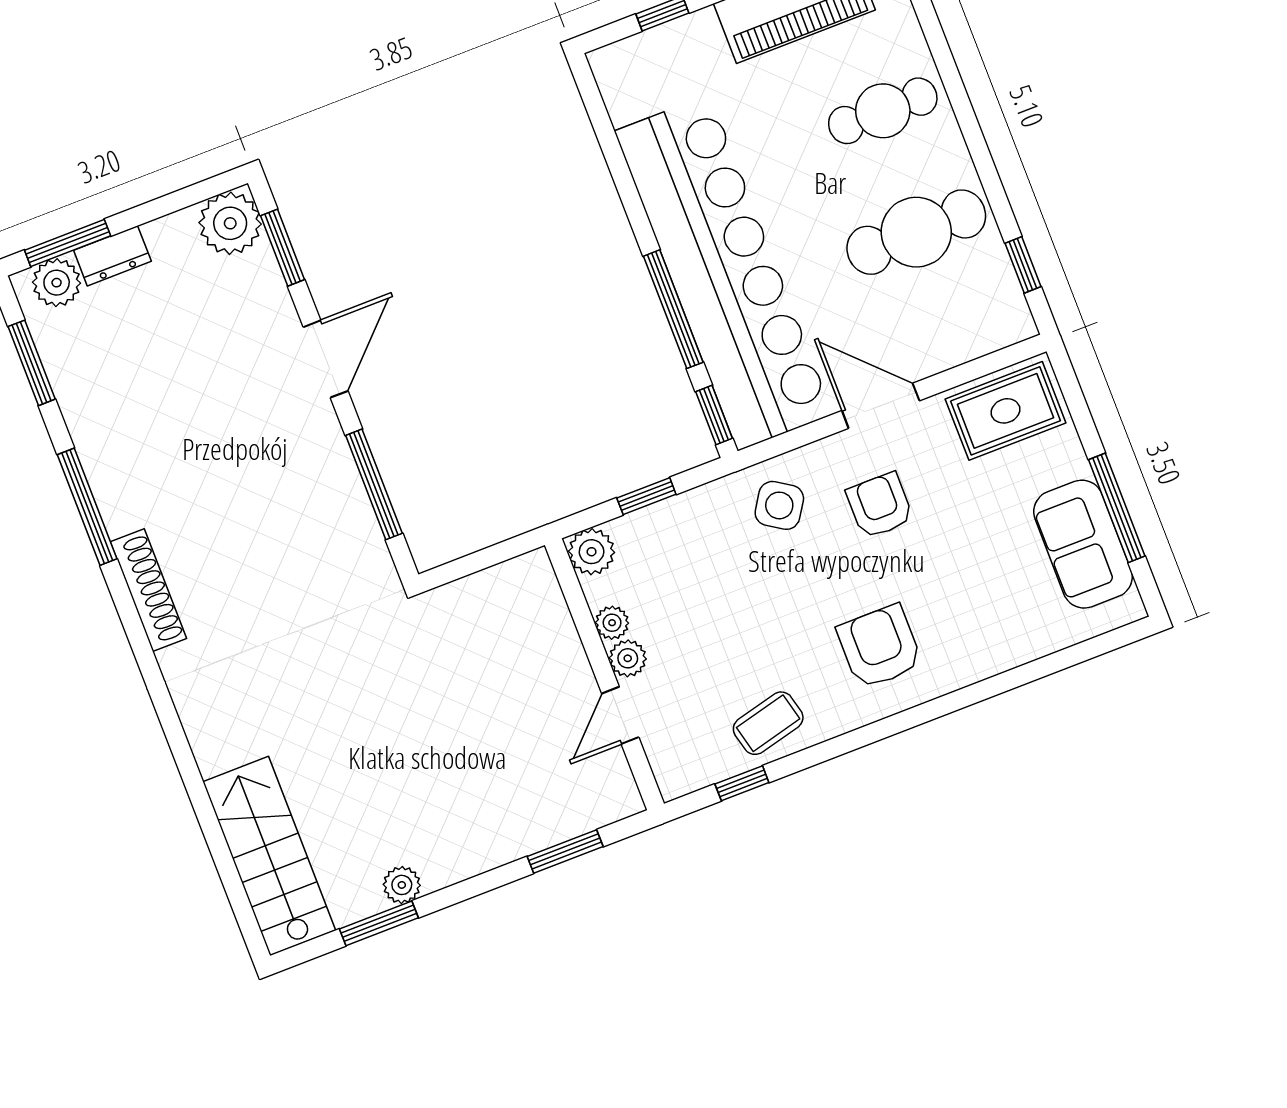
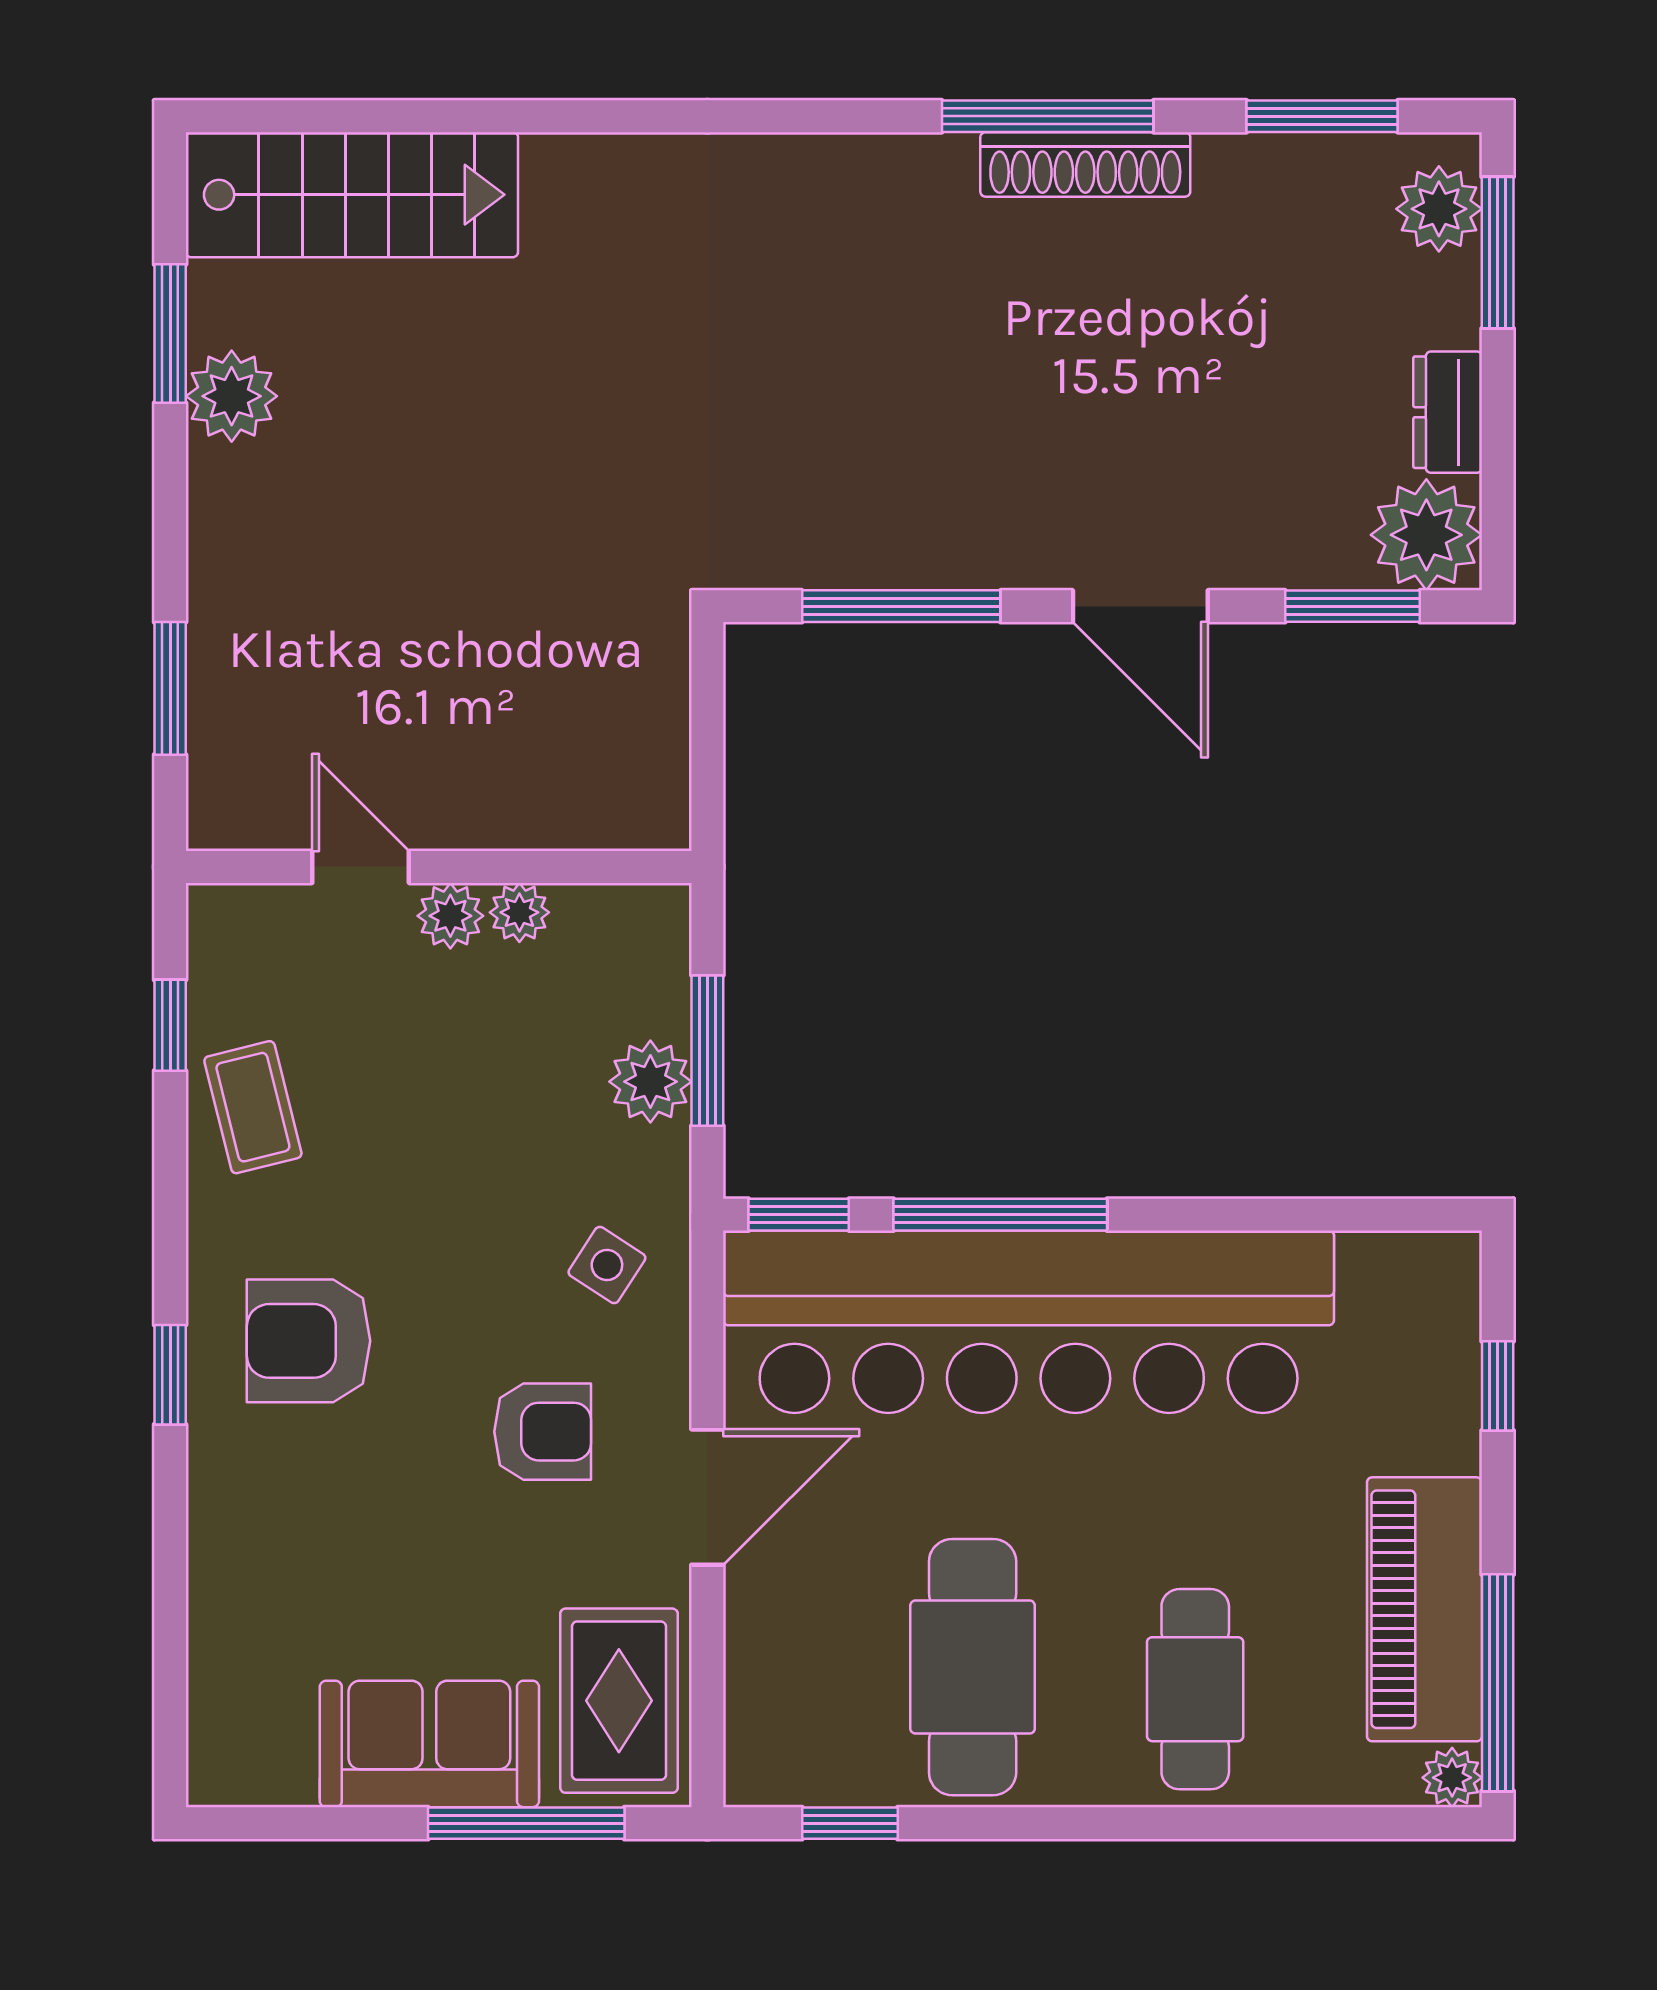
dresser: (112, 256) -> (1448, 412), moved
window: (646, 496) -> (707, 1051), width x1.50
side table: (779, 505) -> (607, 1265), width x0.73, depth x0.73
window: (1117, 508) -> (526, 1823), moved
sofa: (1083, 544) -> (429, 1744), moved
plant: (592, 552) -> (650, 1082), moved
shoe rack: (148, 590) -> (1085, 164), moved
armchair: (880, 647) -> (309, 1341), turned 180
window: (925, 713) -> (170, 1375), added
plant: (402, 885) -> (232, 396), width x1.38, depth x1.38

